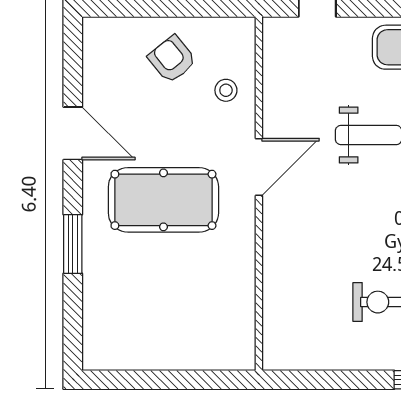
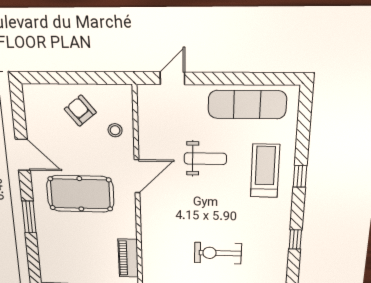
piano: (239, 317) -> (128, 258), added

